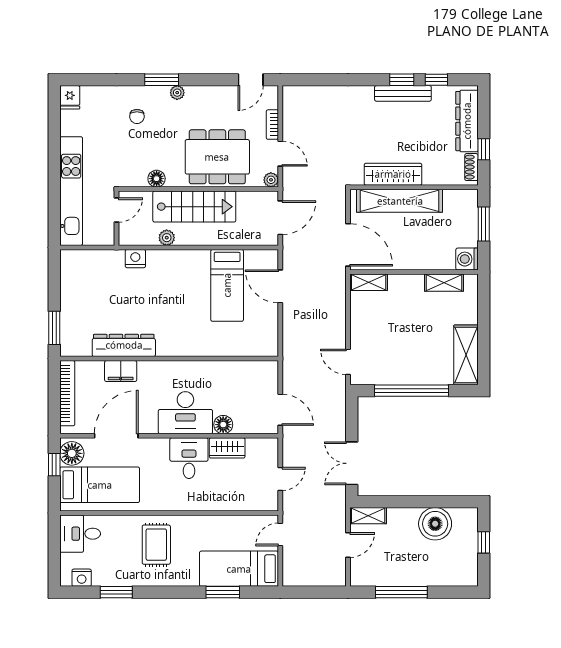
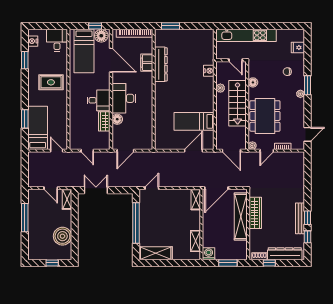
door: (251, 80) -> (307, 134), swing flipped
fridge: (70, 97) -> (298, 47), moved

